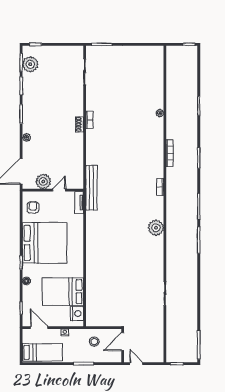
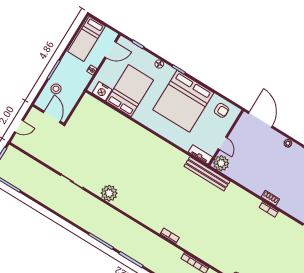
plant: (43, 182) -> (221, 163), moved
plant: (156, 228) -> (109, 193), moved
stool: (94, 342) -> (56, 89), moved
door: (136, 364) -> (19, 126), moved

